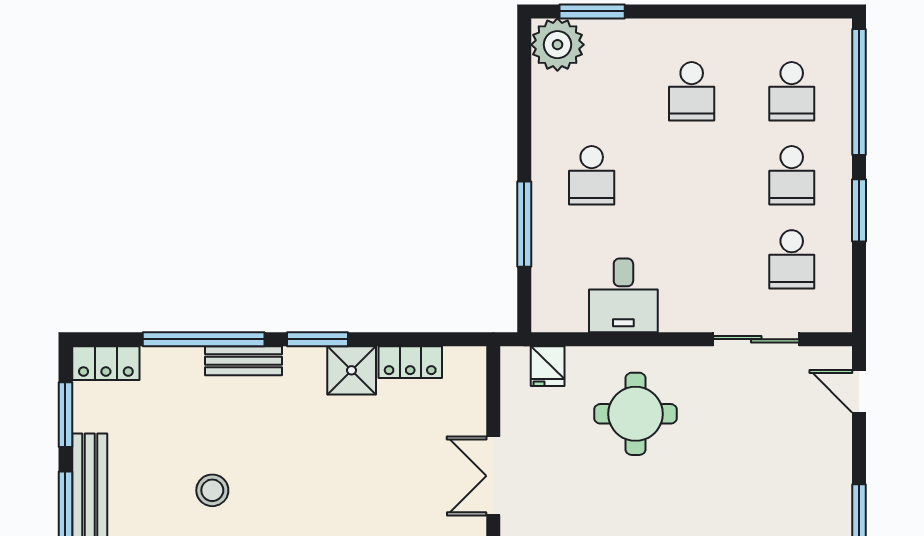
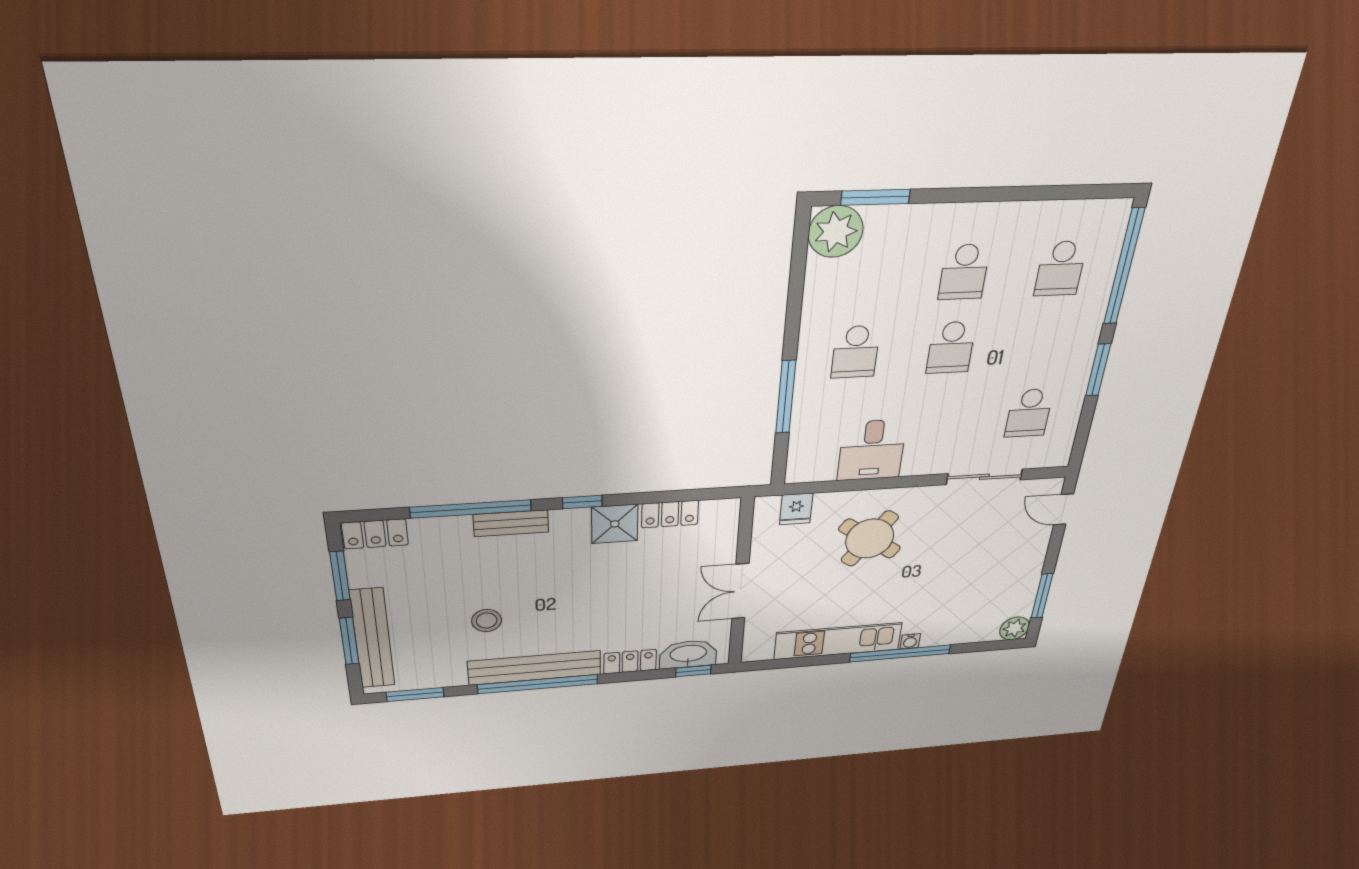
school desk: (792, 175) -> (951, 348), moved
window: (318, 339) -> (582, 502), width x0.67
round table: (635, 414) -> (870, 539), turned 35

